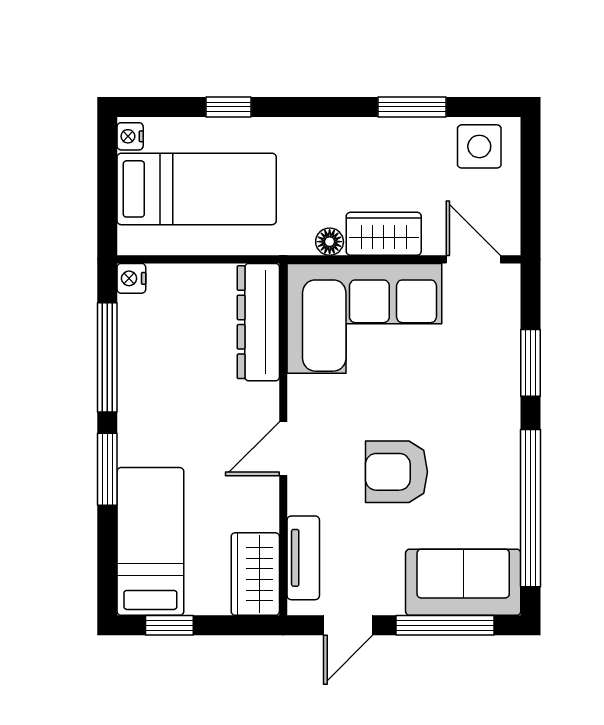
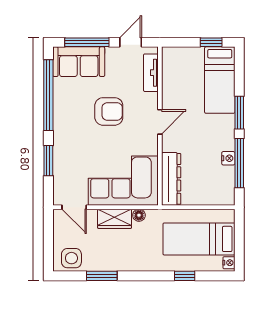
nightstand: (131, 278) -> (228, 158), moved
wardrobe: (255, 574) -> (172, 65), removed

